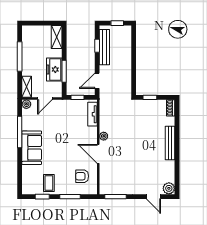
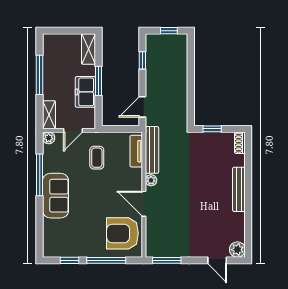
bench: (104, 47) -> (152, 150), moved
window: (64, 71) -> (99, 81), moved
window: (77, 97) -> (116, 129), removed
armchair: (82, 176) -> (122, 233), width x1.88, depth x1.88
coffee table: (49, 183) -> (97, 158), moved
window: (70, 197) -> (106, 260), width x1.44

